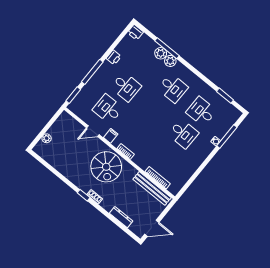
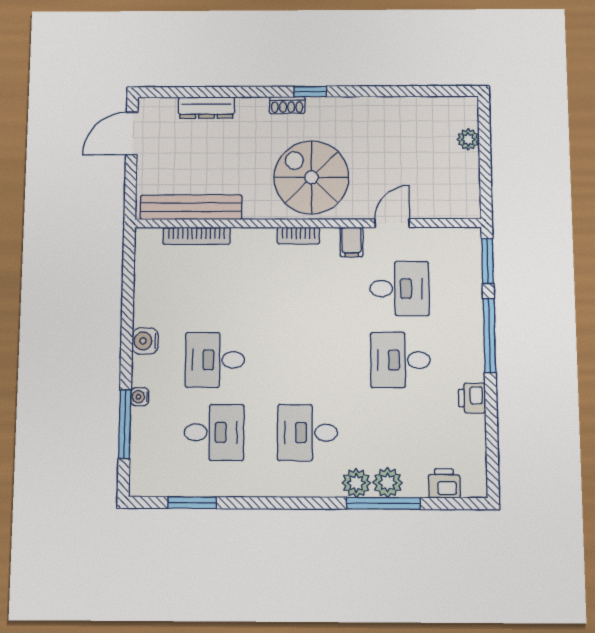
printer: (135, 32) -> (444, 483), moved
water cooler: (200, 157) -> (145, 341), added

